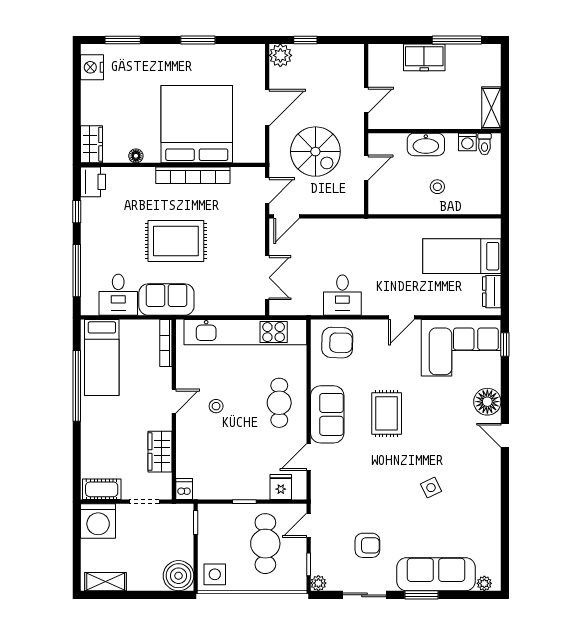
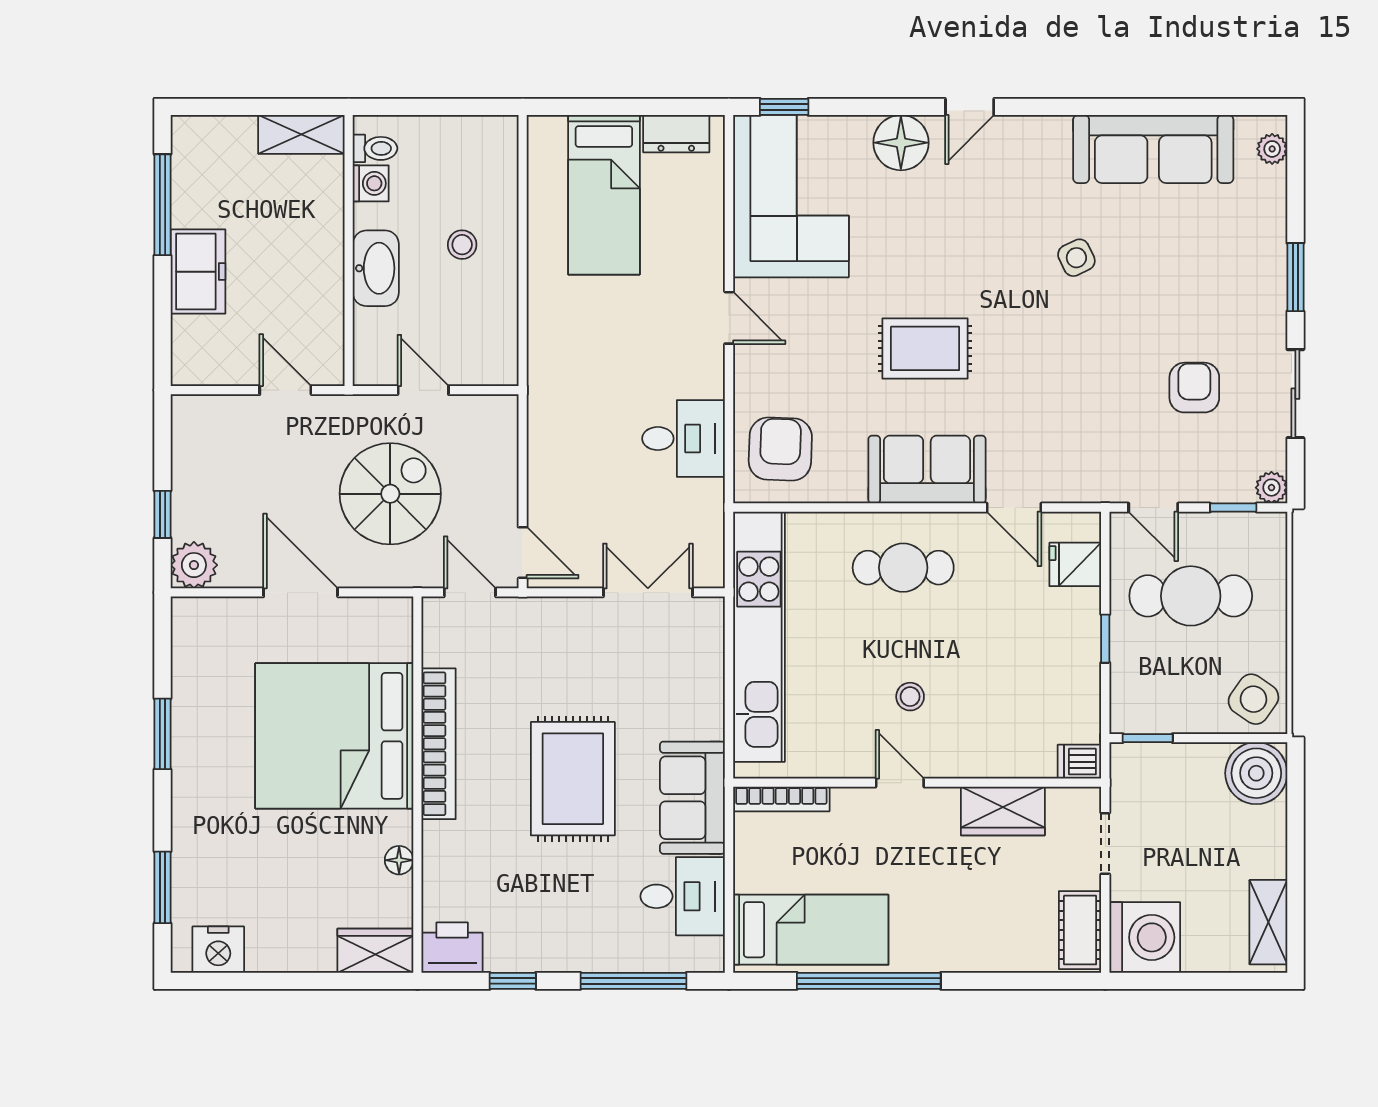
side table: (215, 574) -> (1253, 699), turned 35
sofa: (436, 574) -> (1153, 149), moved, turned -90

